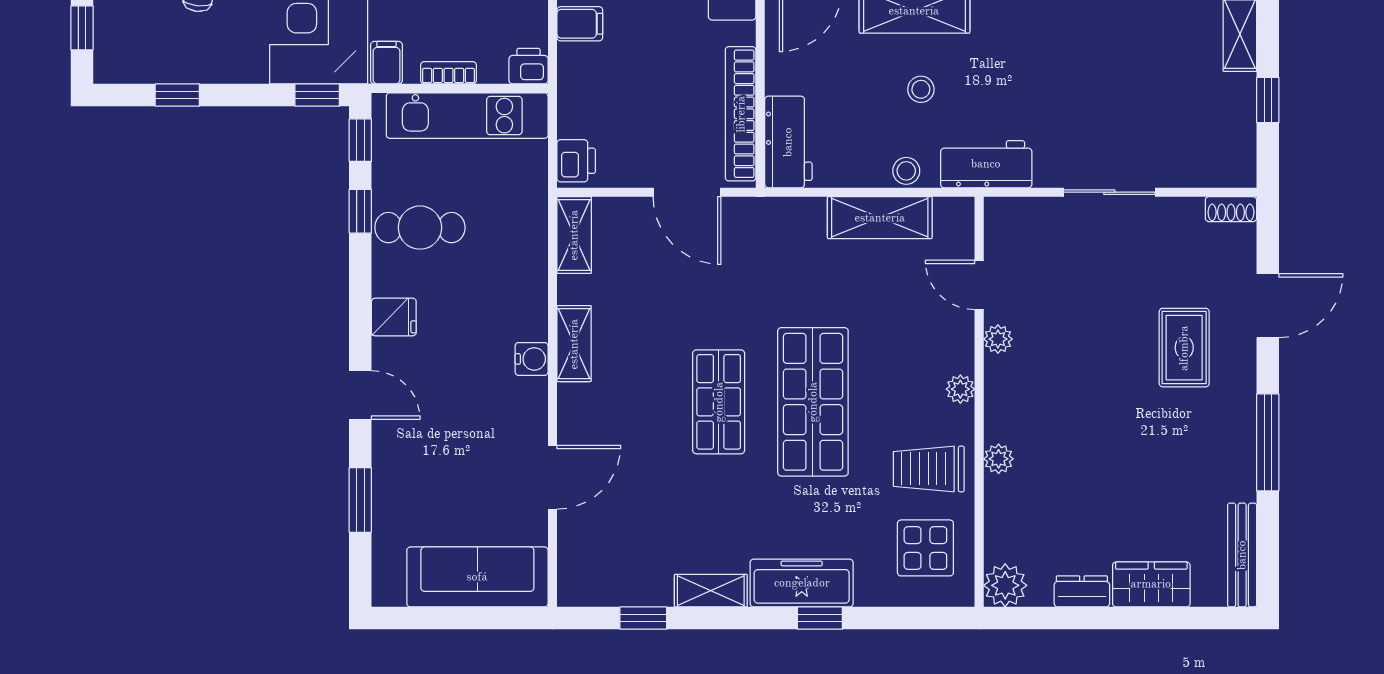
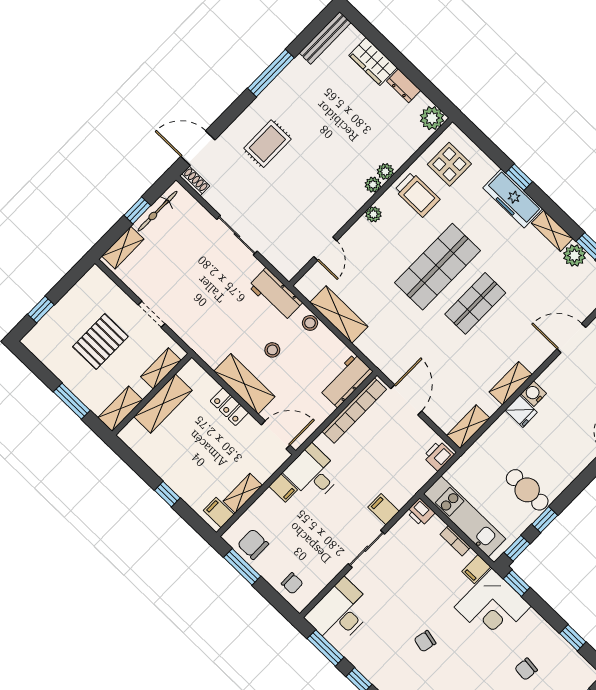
bicycle: (1241, 124) -> (157, 211), added
door: (1268, 306) -> (198, 148), moved
fridge: (394, 317) -> (521, 411), moved, turned 180
plant: (998, 339) -> (373, 185), moved
plant: (651, 587) -> (575, 256), added

